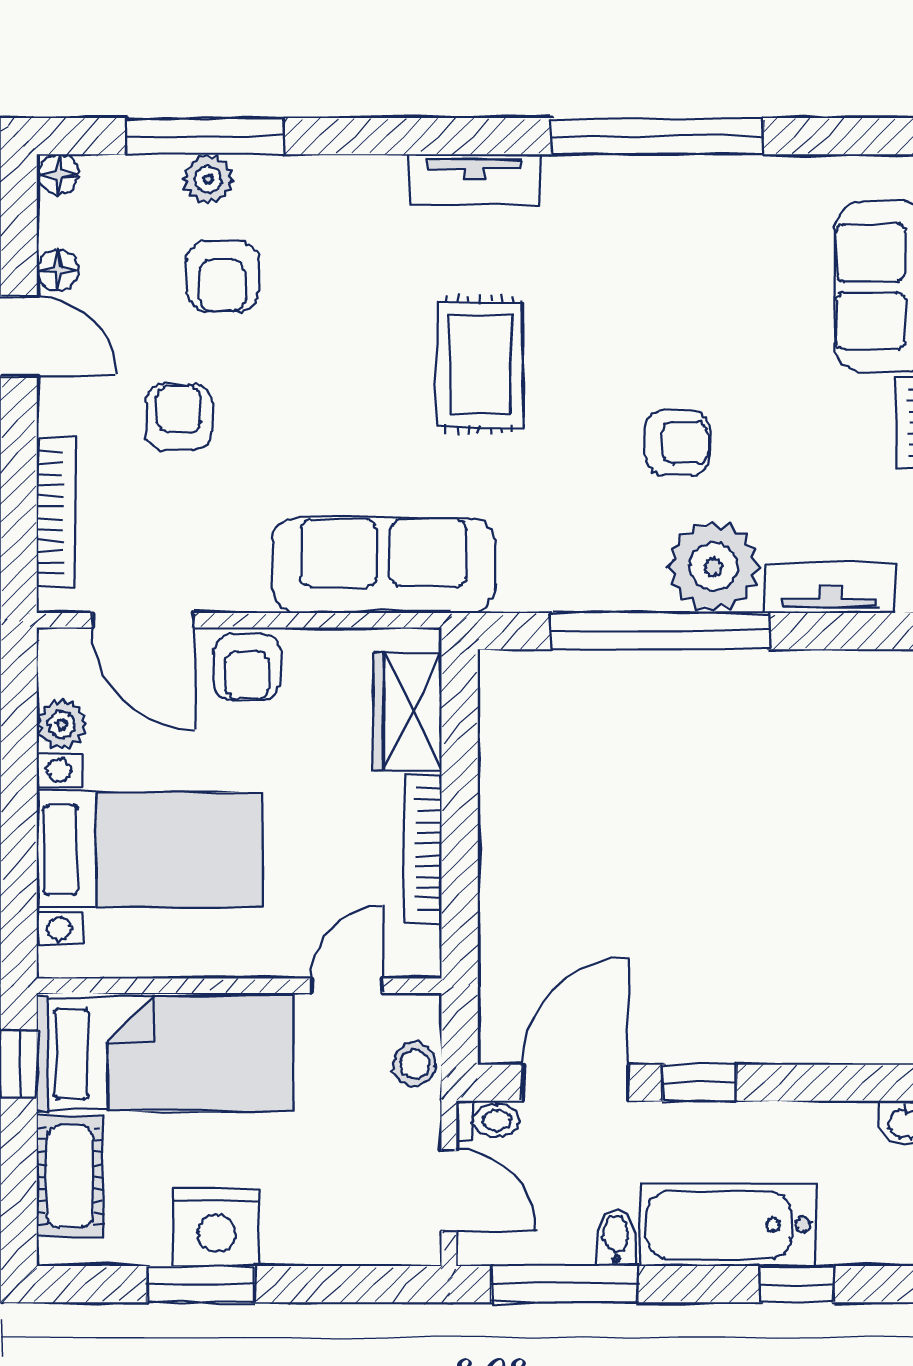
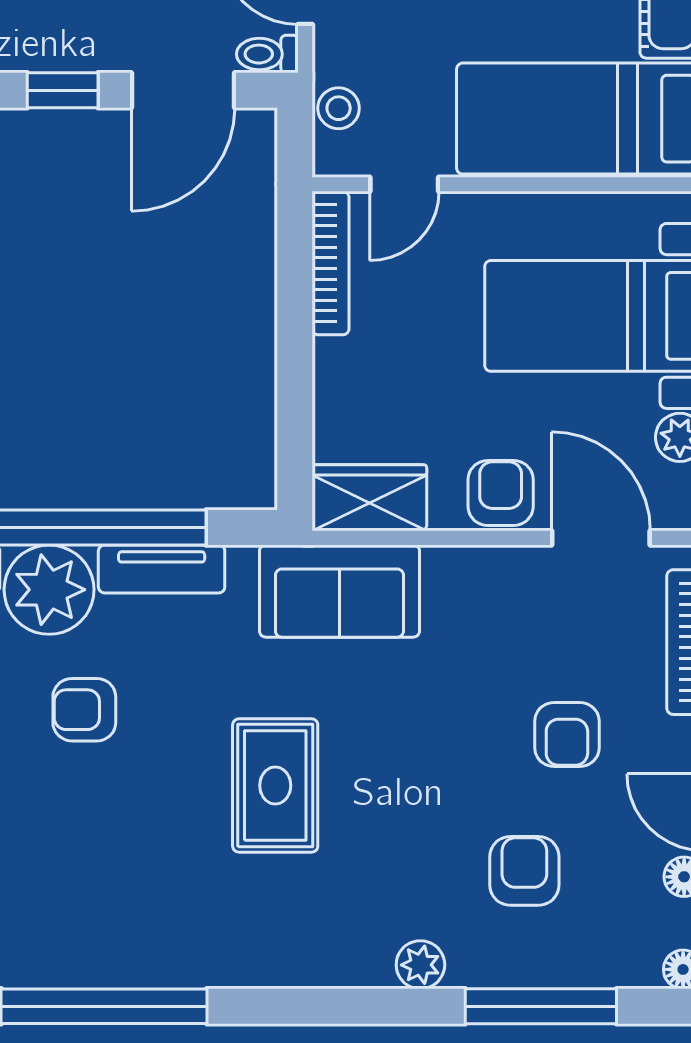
plant: (208, 179) -> (420, 965), moved
tv unit: (474, 179) -> (162, 569), moved, turned 180
sofa: (384, 565) -> (339, 591), width x0.73
wardrobe: (407, 711) -> (369, 498), moved, turned -90
bookcase: (423, 849) -> (331, 263), moved

